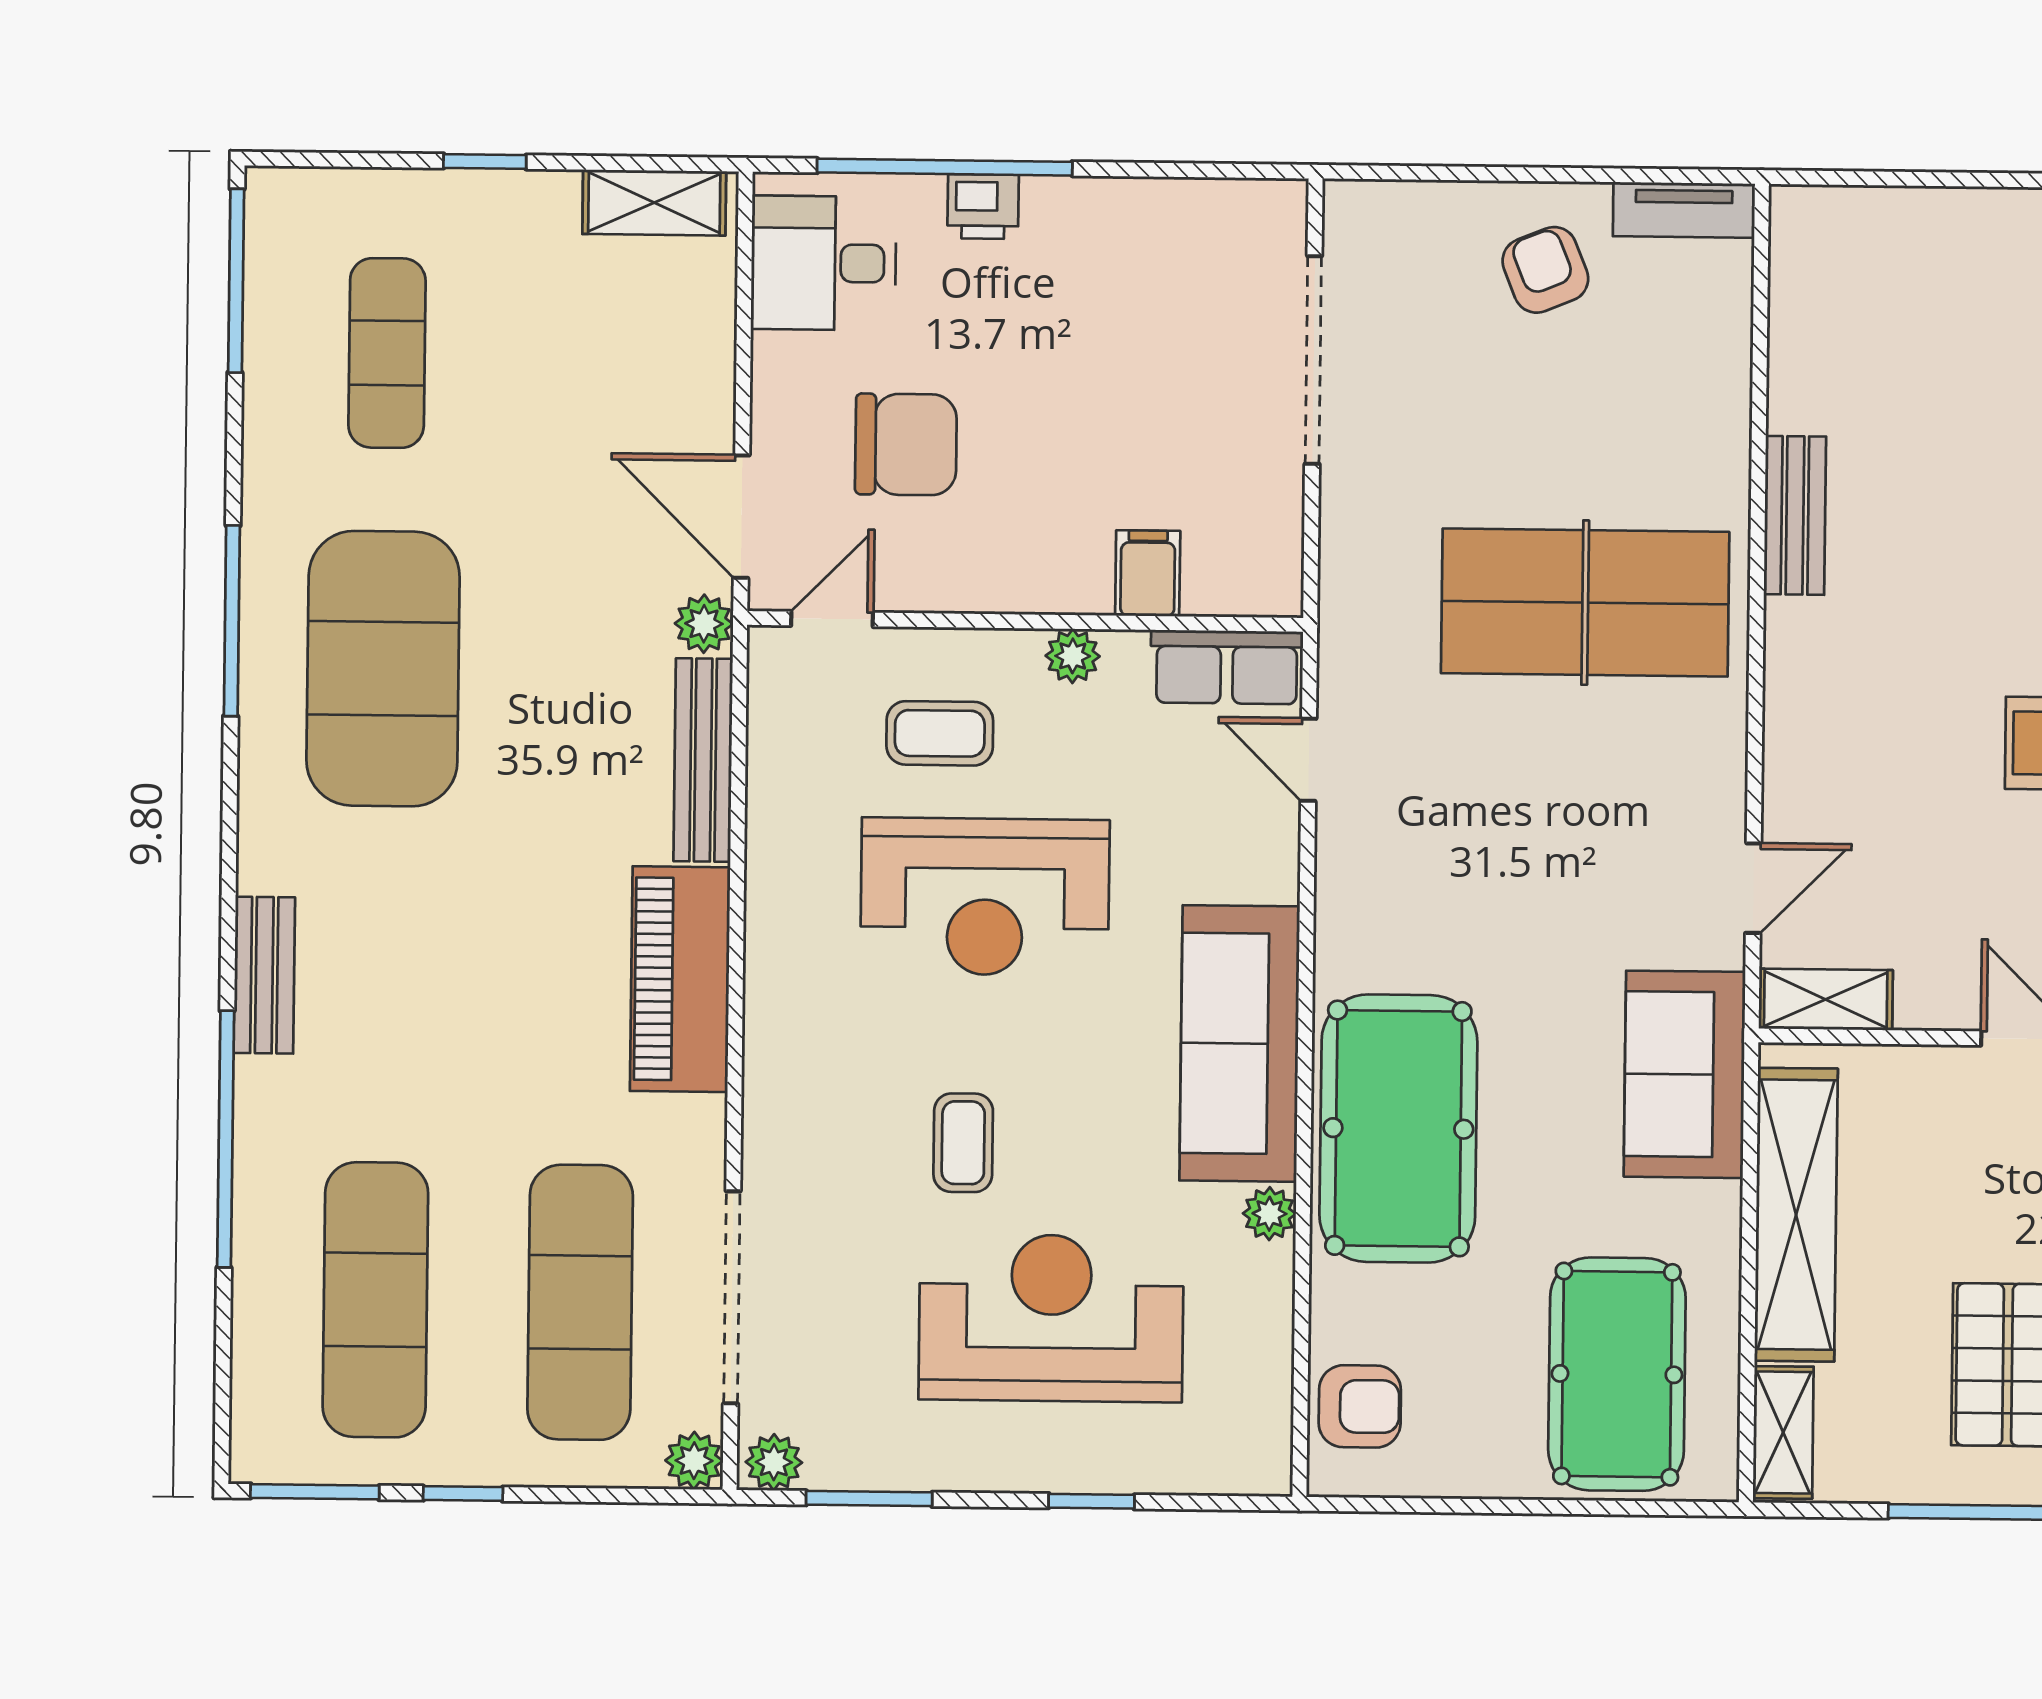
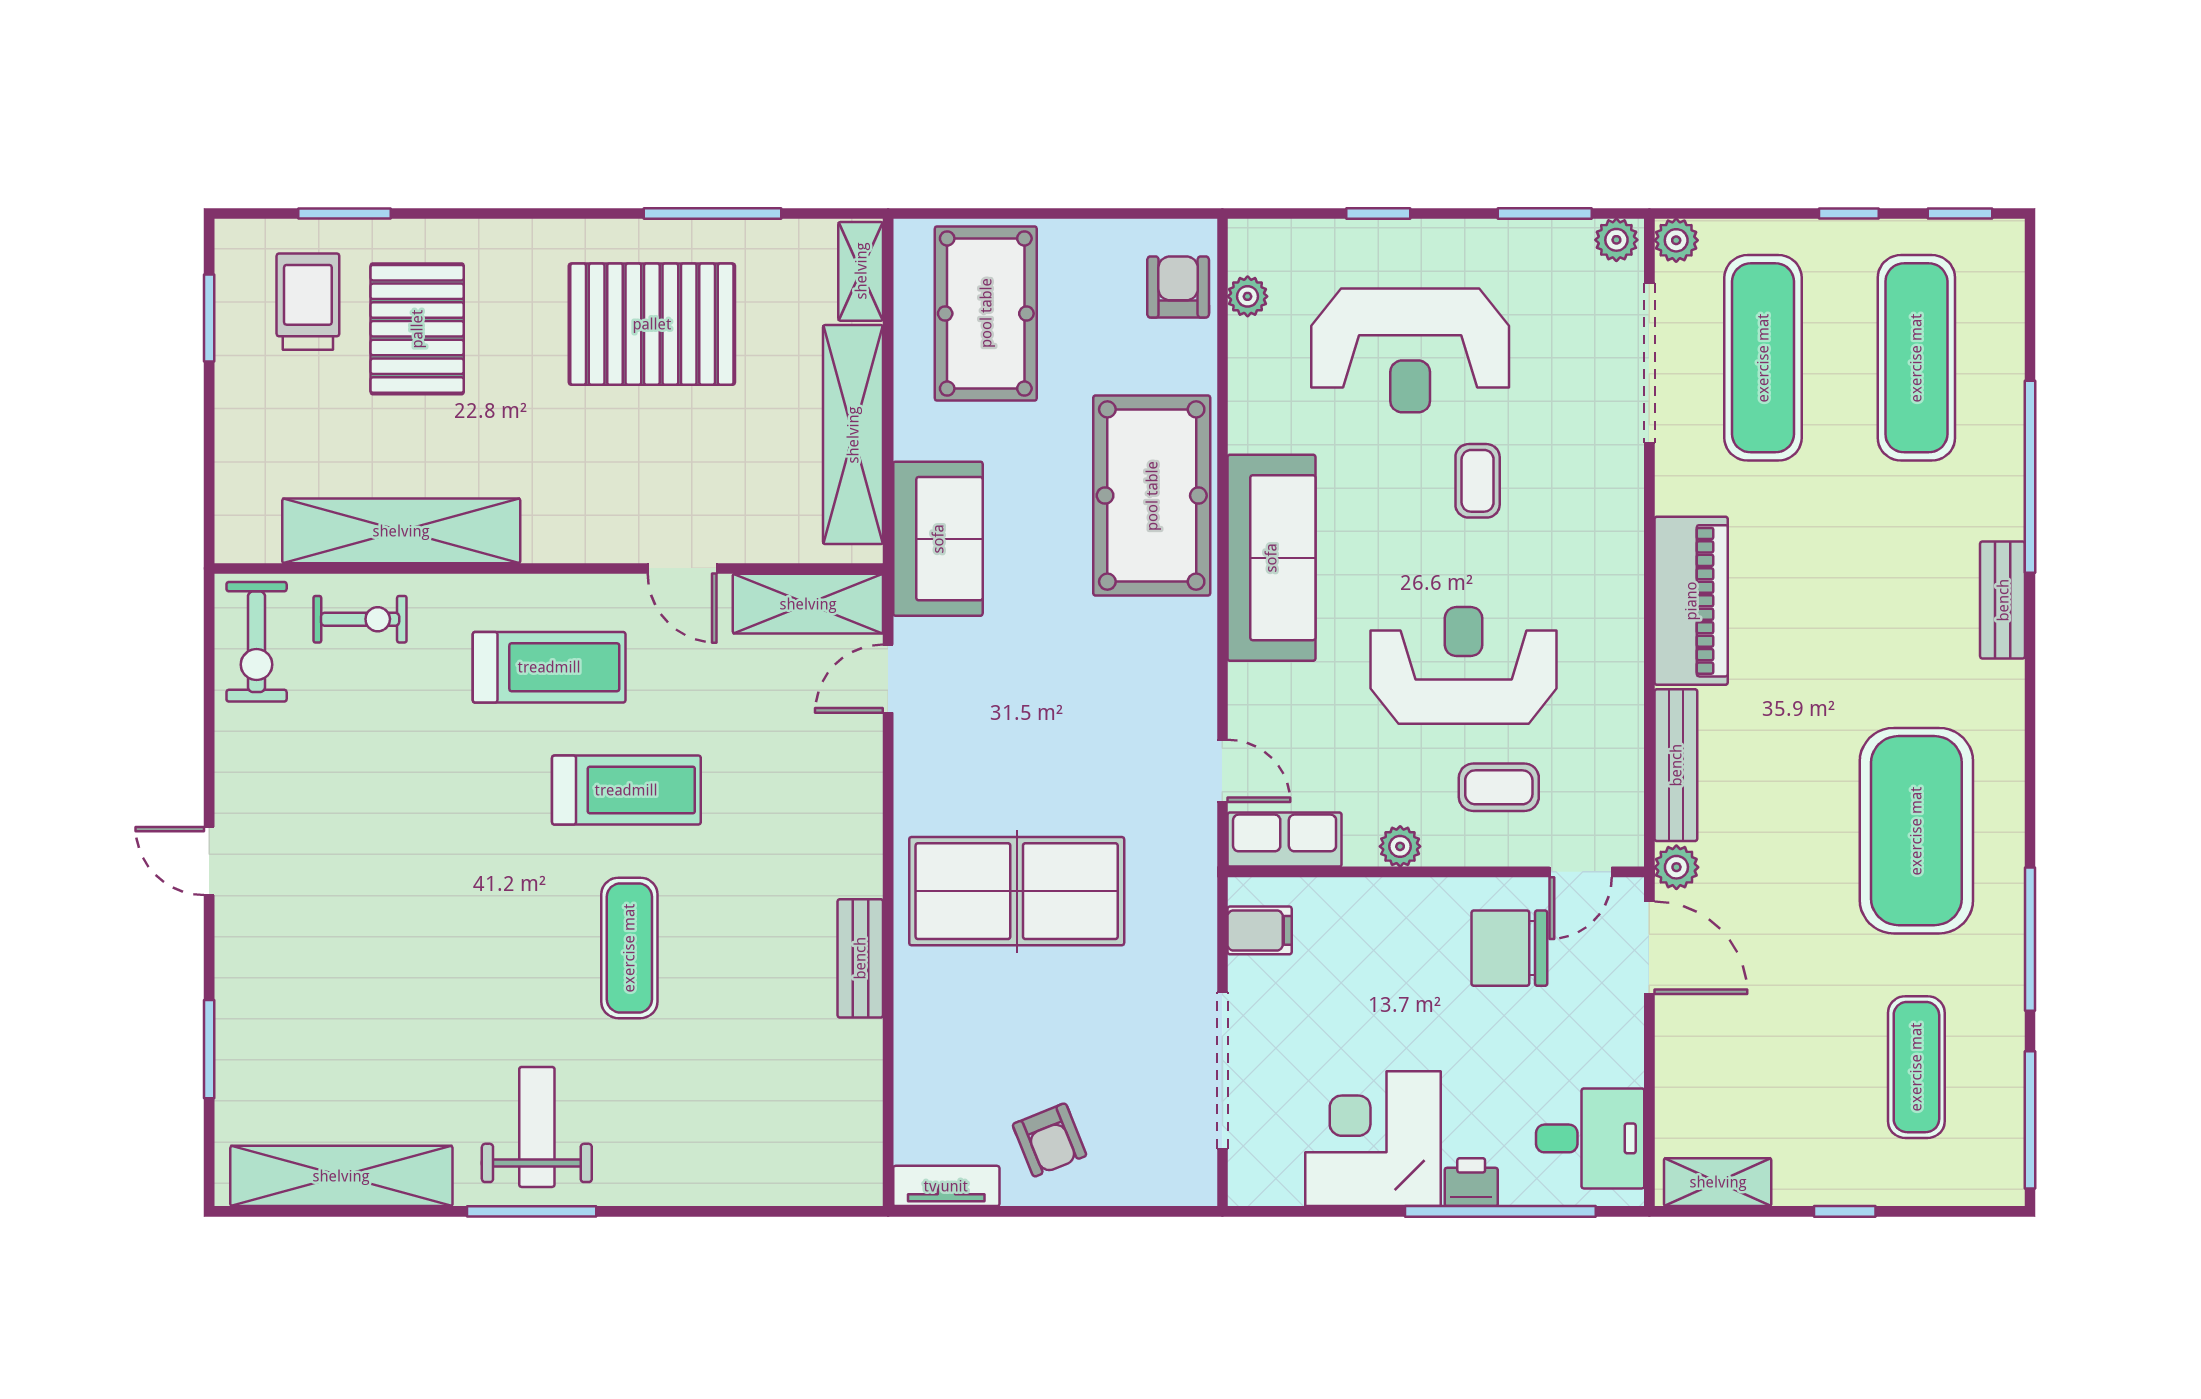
corner desk: (1113, 266) -> (1373, 1139), added
chair: (906, 444) -> (1509, 948), moved
filing cabinet: (1148, 573) -> (1260, 930), moved, turned -90
window: (232, 621) -> (2030, 939), moved
shelving: (1826, 999) -> (808, 604), width x1.50, depth x1.33
plant: (1269, 1214) -> (1248, 296), moved
armchair: (1360, 1406) -> (1178, 287), turned 90
window: (315, 1492) -> (1960, 213), width x0.67

